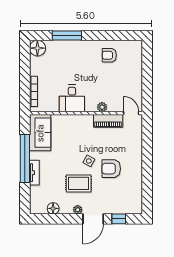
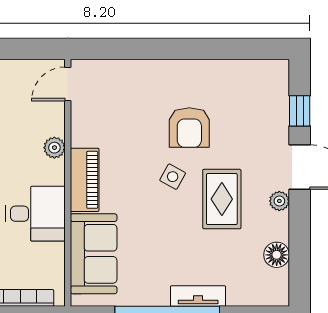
piano: (108, 121) -> (85, 180), moved
sofa: (40, 133) -> (94, 254), moved, turned 90

